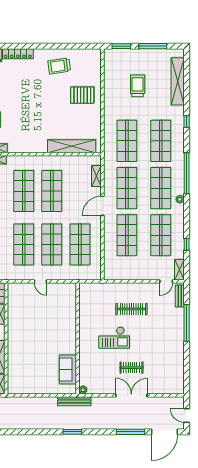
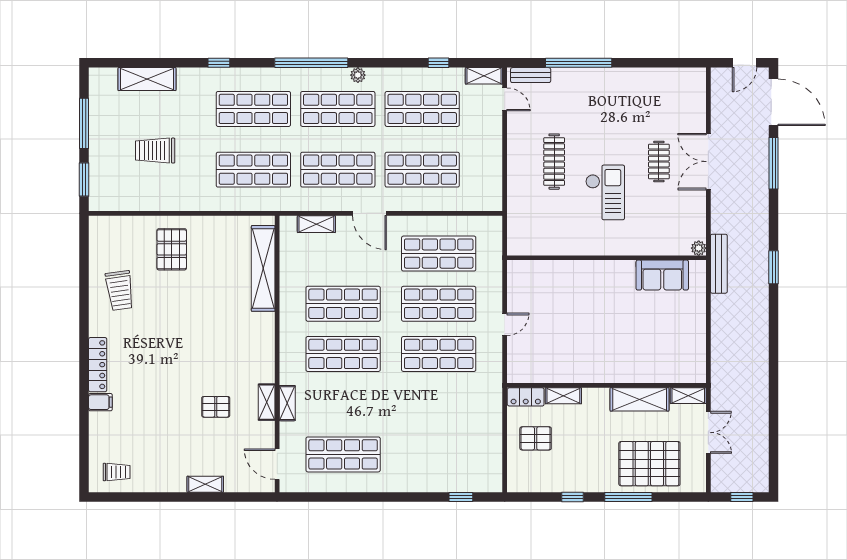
shelving: (178, 81) -> (147, 79), width x0.68

